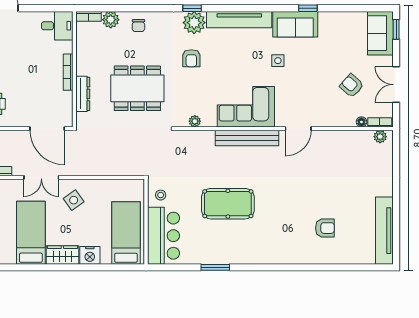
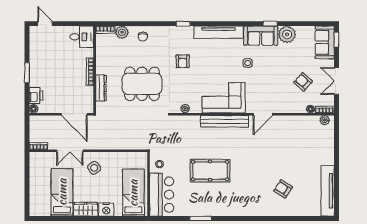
plant: (194, 23) -> (287, 34), moved
armchair: (325, 228) -> (283, 189), turned -147

